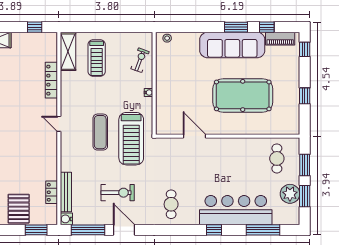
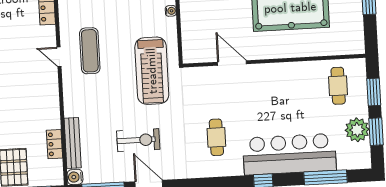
exercise mat: (100, 132) -> (90, 51), moved
cafe table: (171, 204) -> (216, 137), moved

